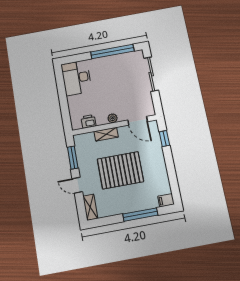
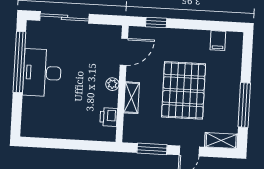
desk: (76, 78) -> (42, 73), moved, turned 90
filing cabinet: (166, 200) -> (218, 41), moved
window: (140, 215) -> (244, 105), moved

